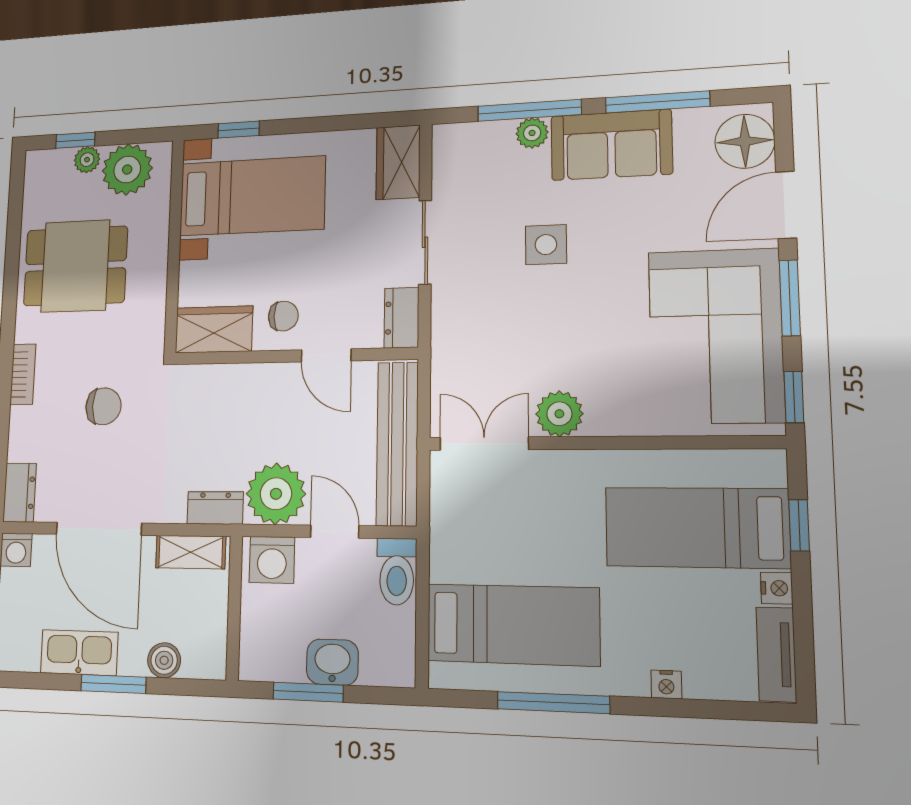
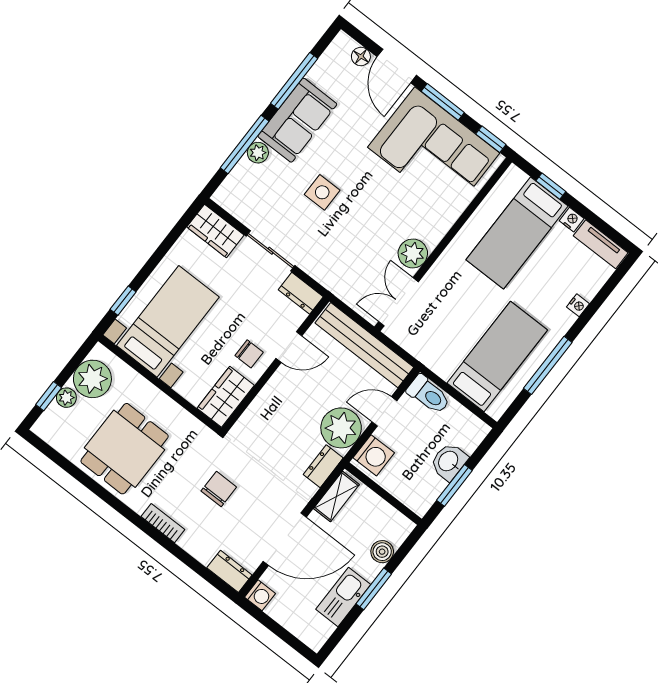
floor lamp: (745, 141) -> (361, 56), width x0.53, depth x0.53
chair: (283, 316) -> (249, 354), turned 90

